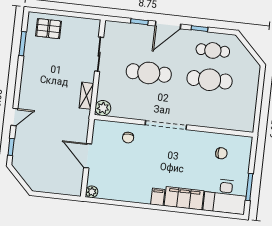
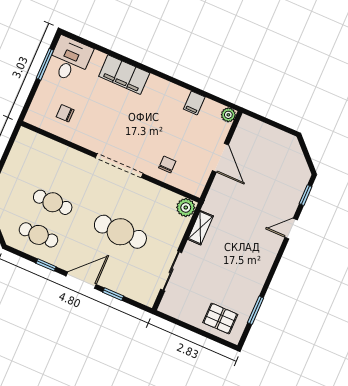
cafe table: (210, 80) -> (53, 202), width x0.73, depth x0.74
desk: (225, 196) -> (70, 59), width x0.73
filing cabinet: (158, 197) -> (194, 103), moved

